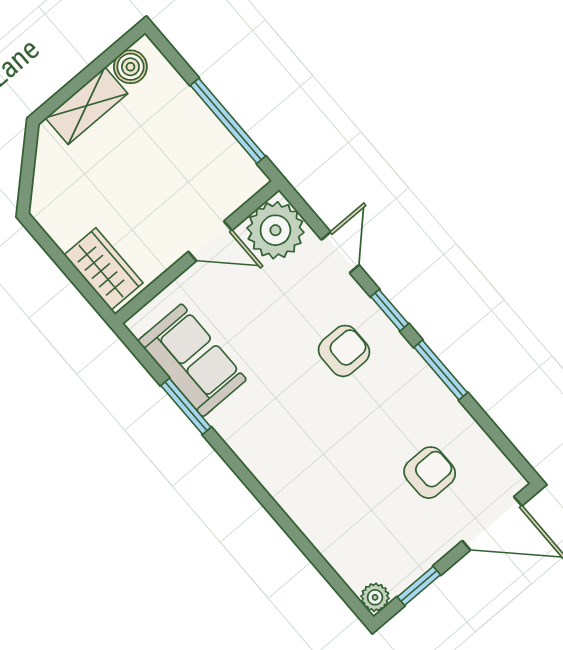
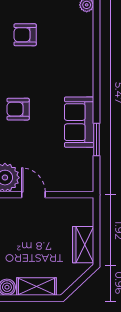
wardrobe: (104, 269) -> (83, 245), moved
sofa: (192, 360) -> (79, 122), moved

